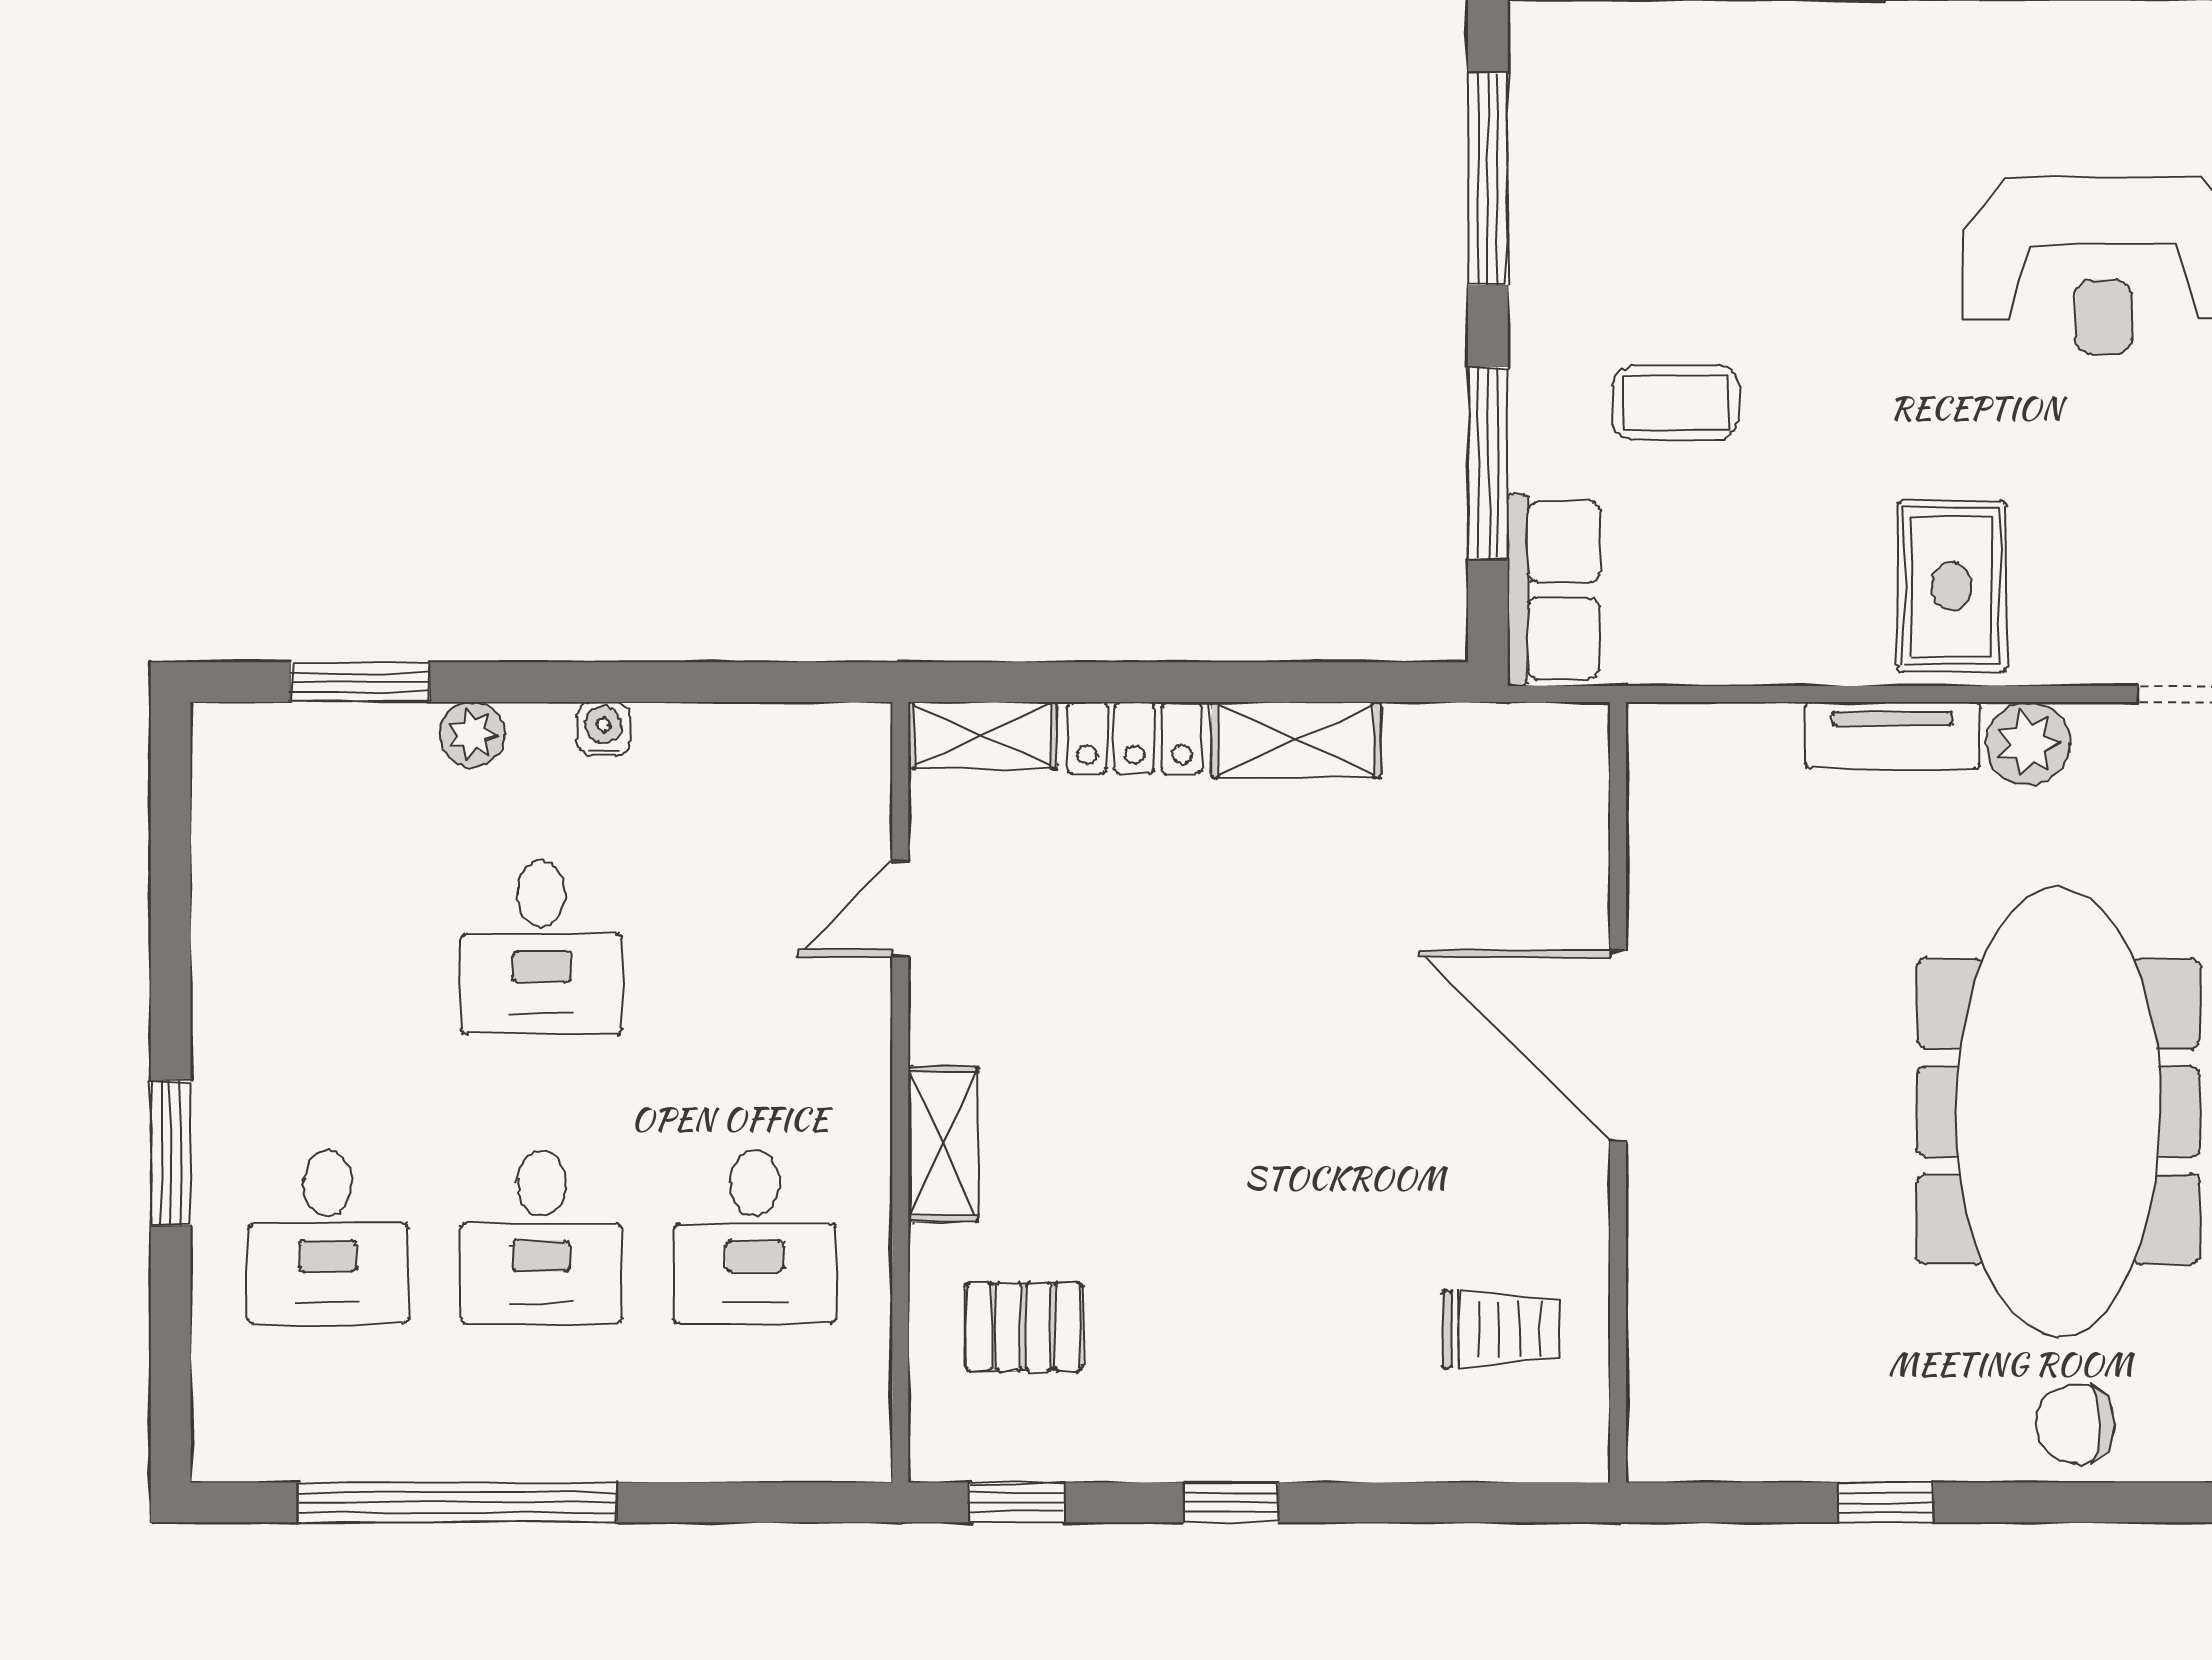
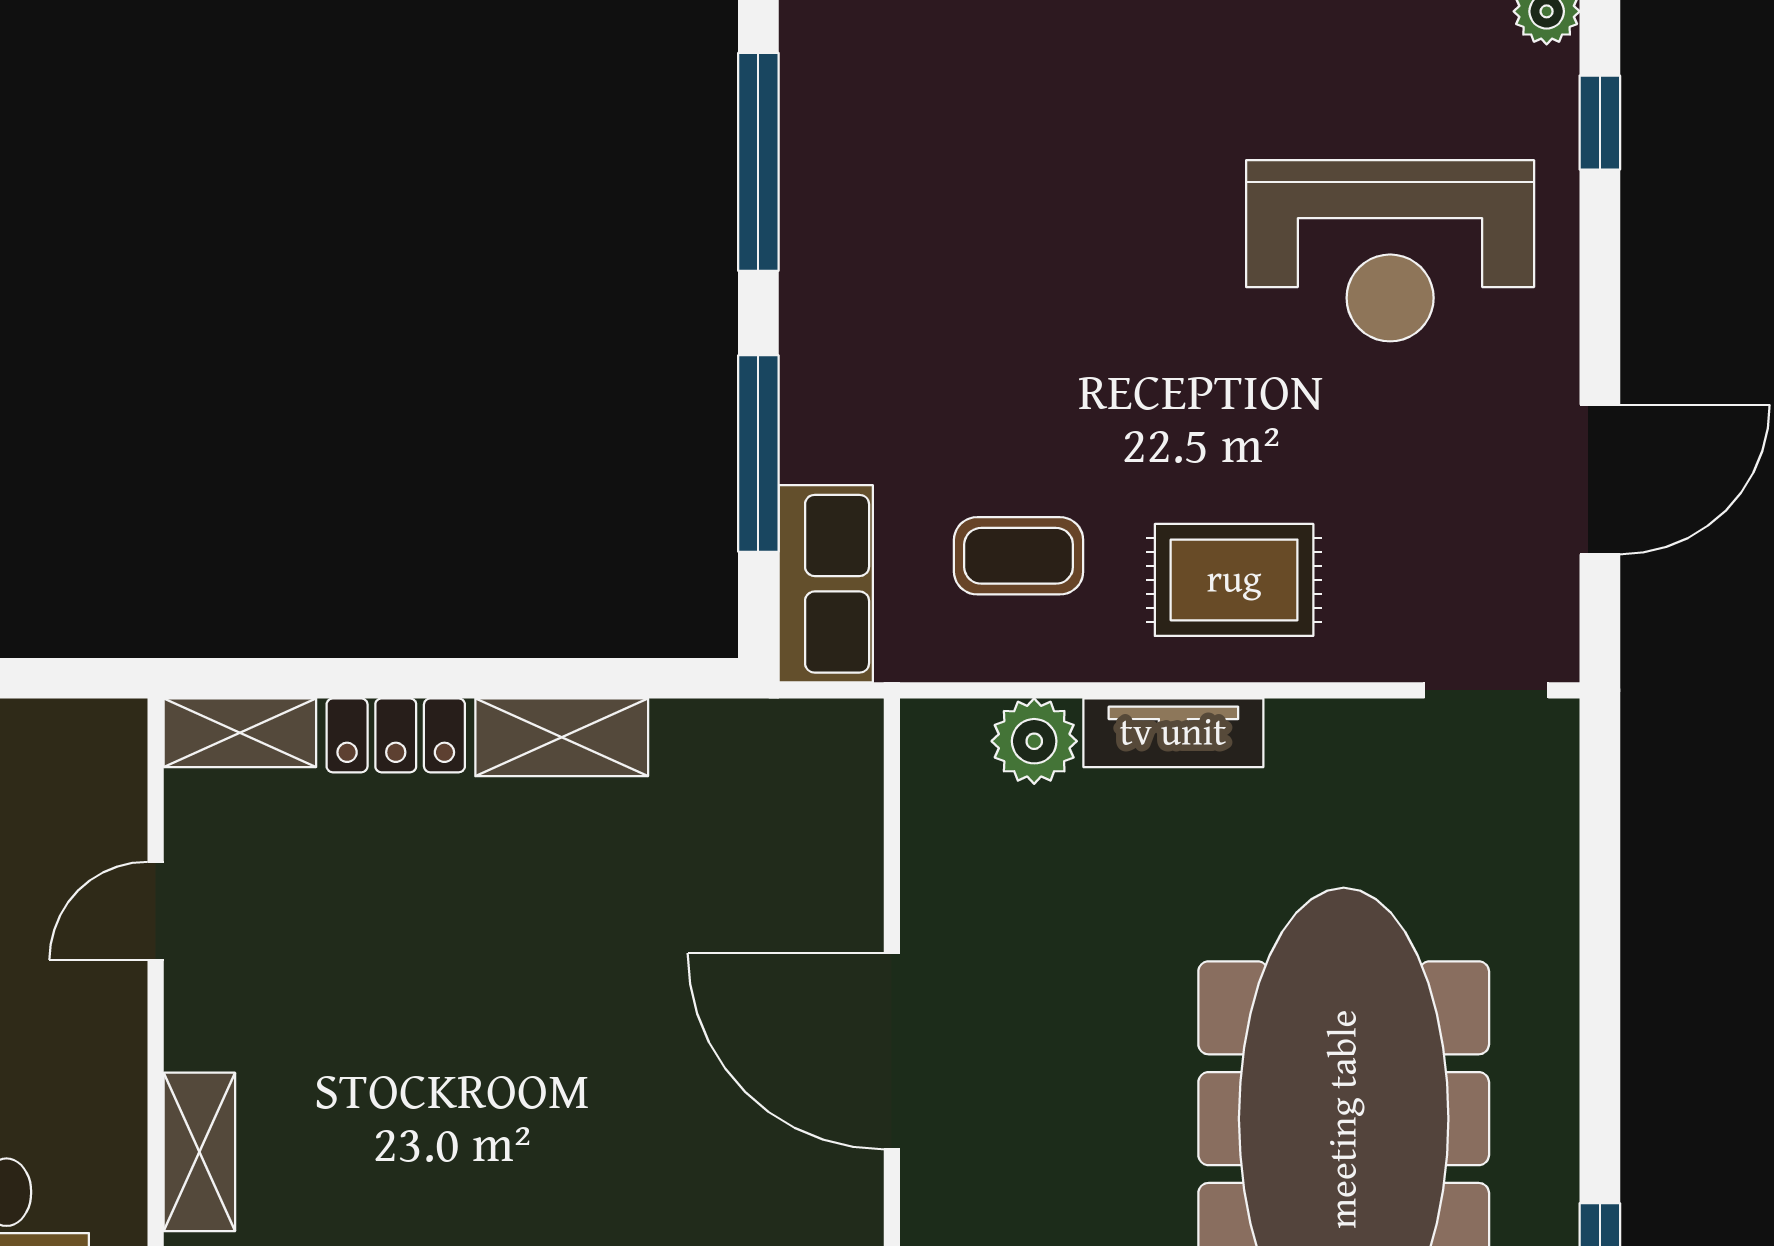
coffee table: (1676, 403) -> (1019, 556), moved
rug: (1952, 586) -> (1234, 580), turned 90
plant: (2028, 744) -> (1034, 741), moved

